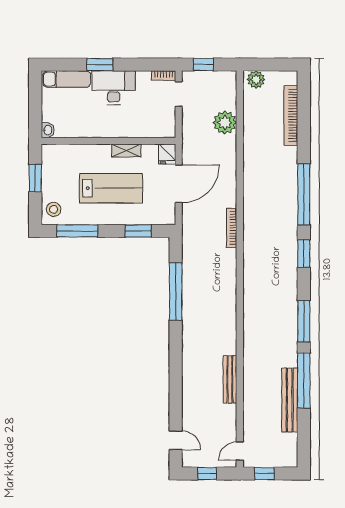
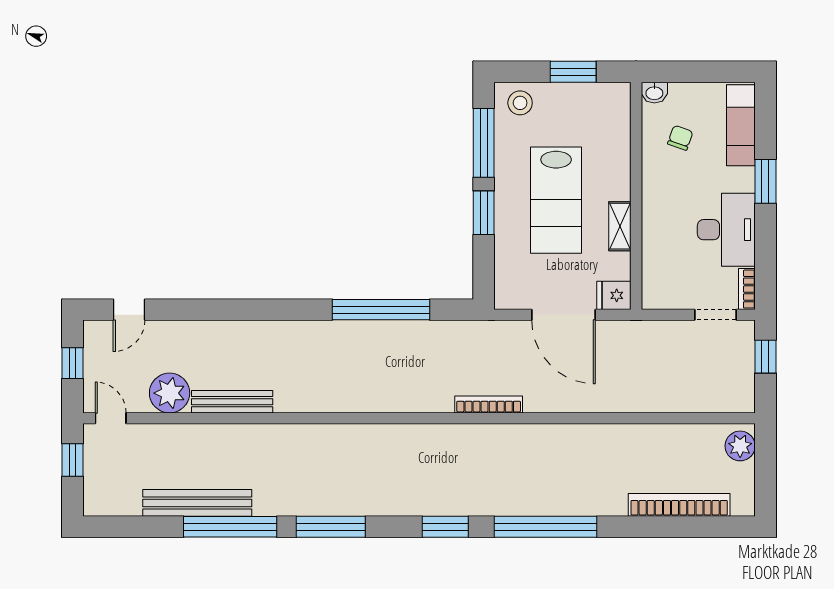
desk: (114, 88) -> (726, 230), moved
chair: (74, 115) -> (680, 138), added
plant: (225, 122) -> (170, 393), moved
window: (138, 231) -> (484, 213), moved

